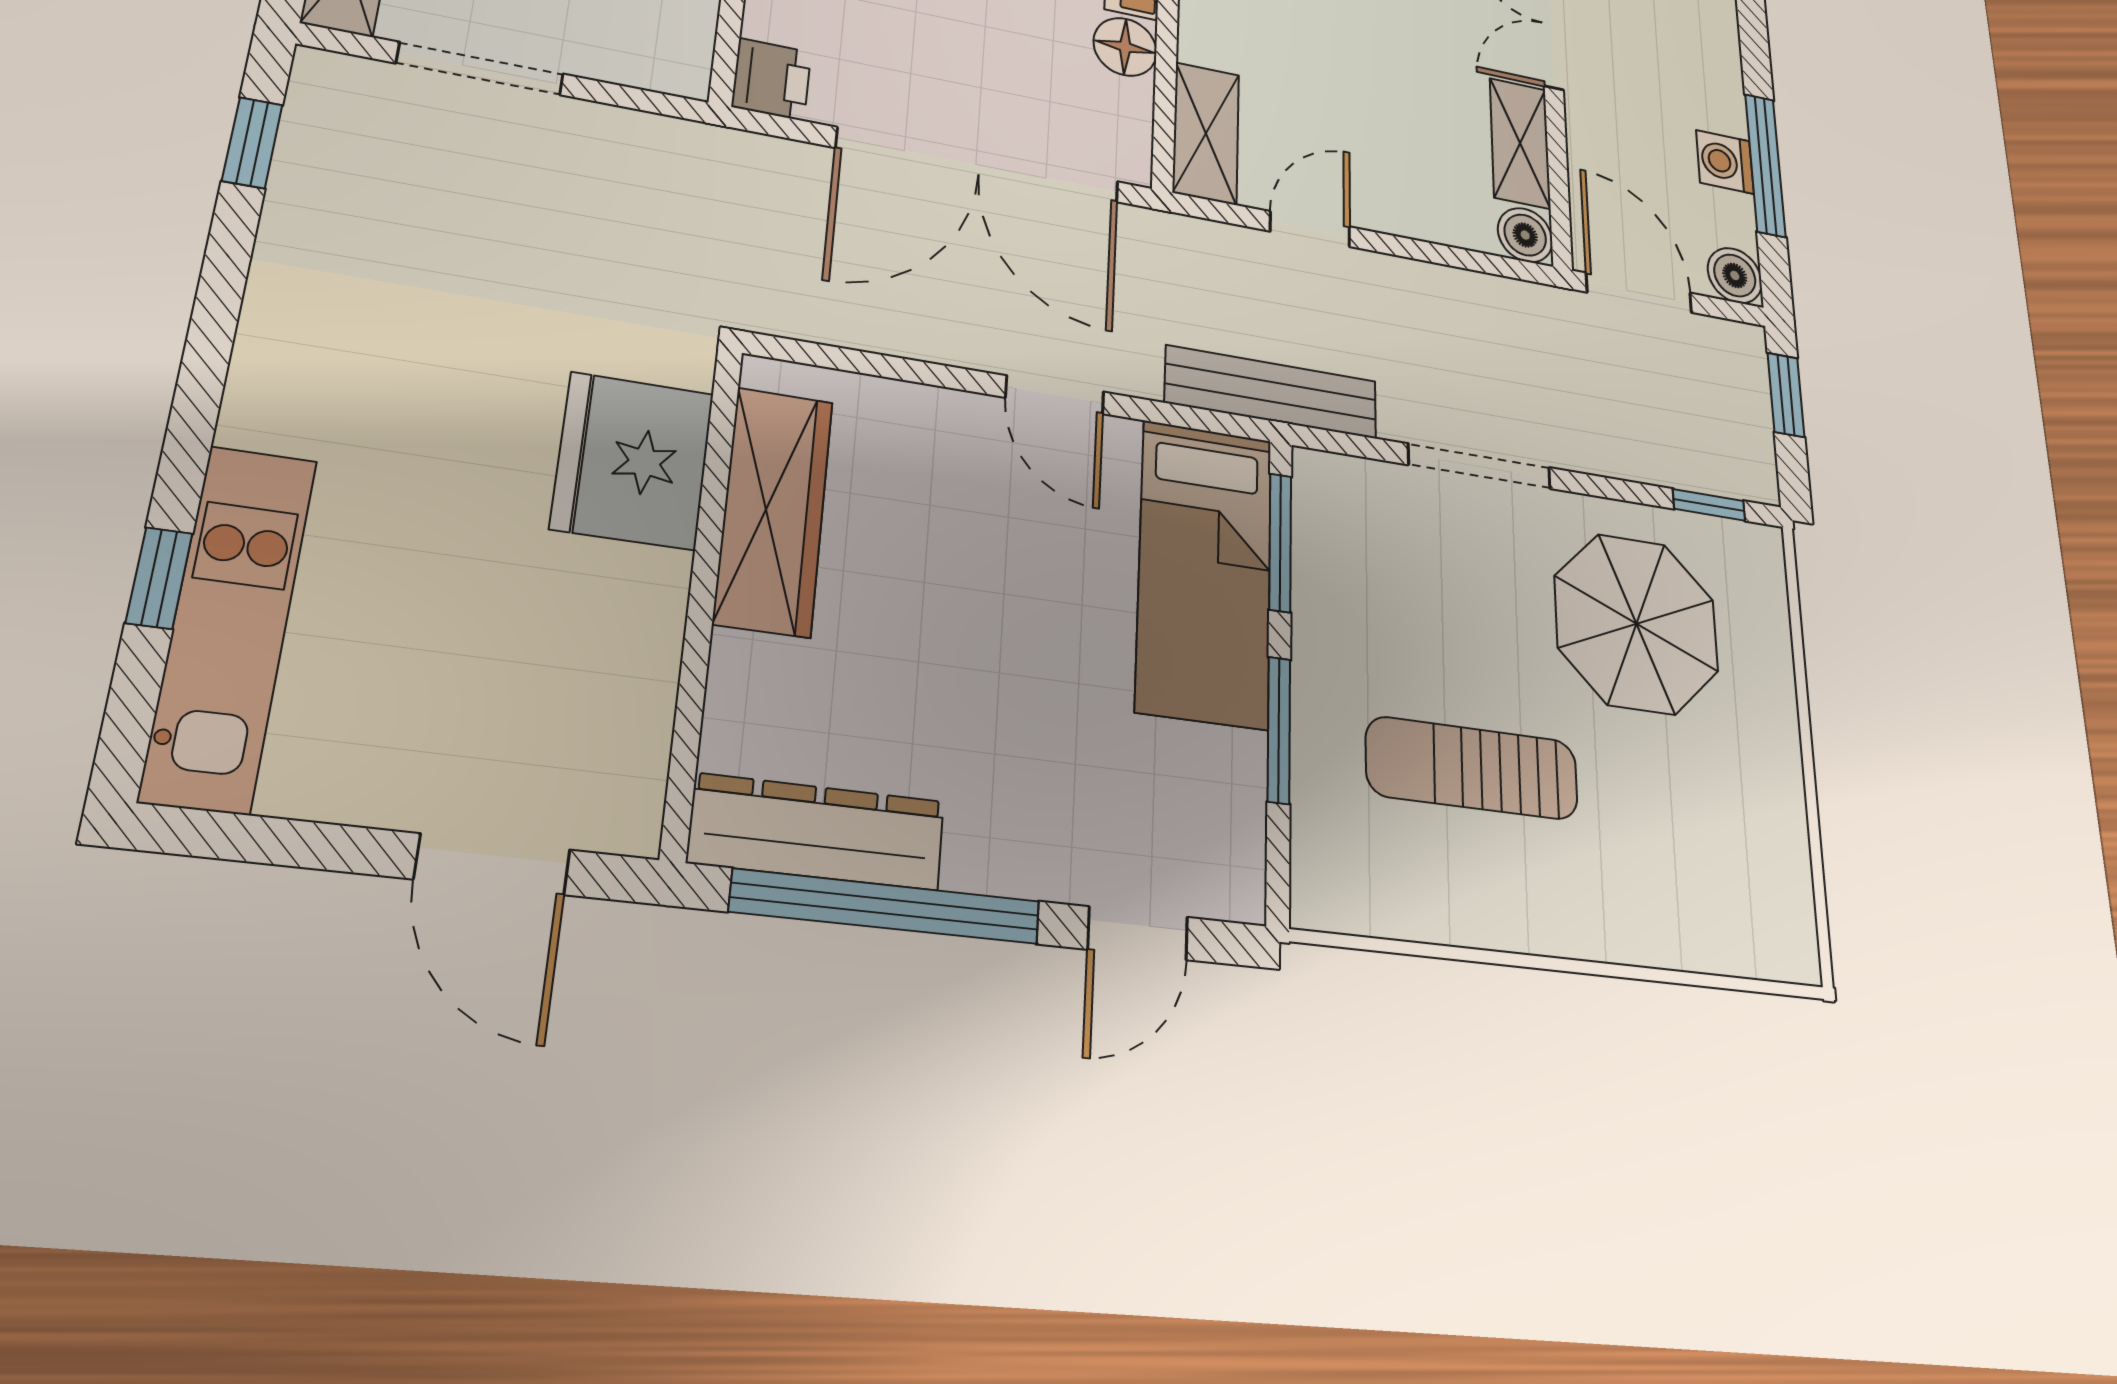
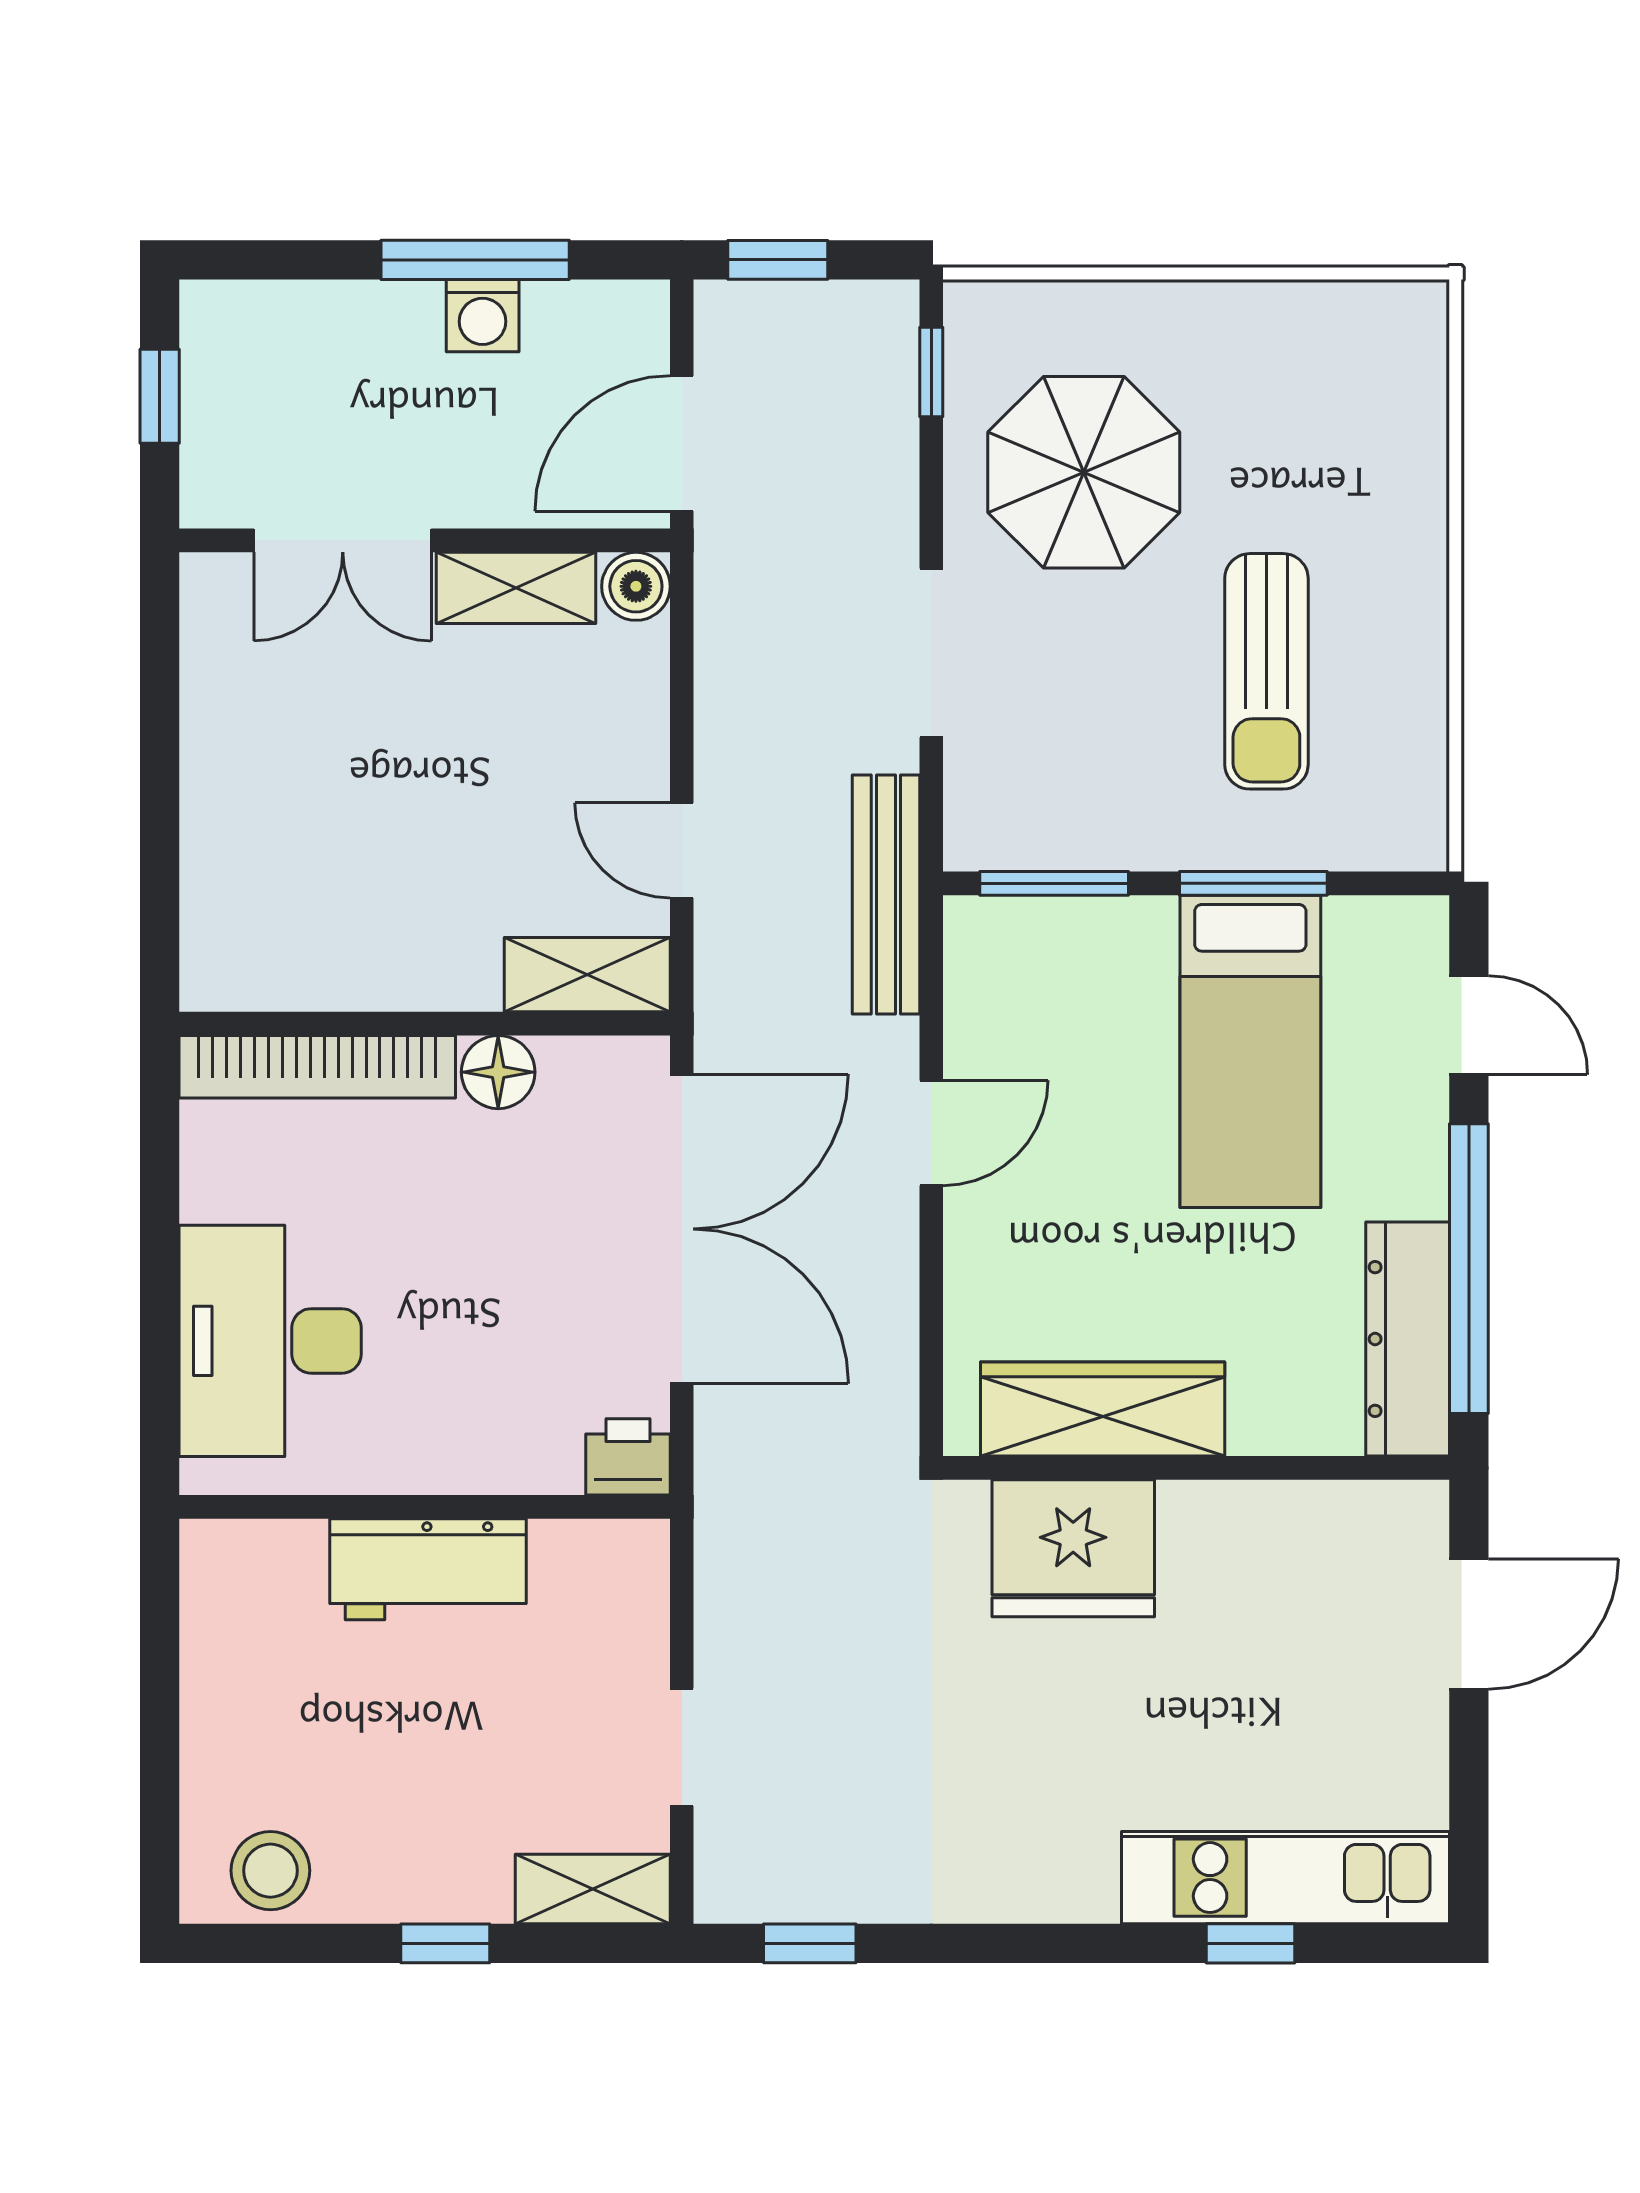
doorway: (480, 69) -> (682, 1747), width x0.73
boiler: (1735, 276) -> (635, 315), removed
bed: (1205, 572) -> (1250, 1051), moved, turned 90

